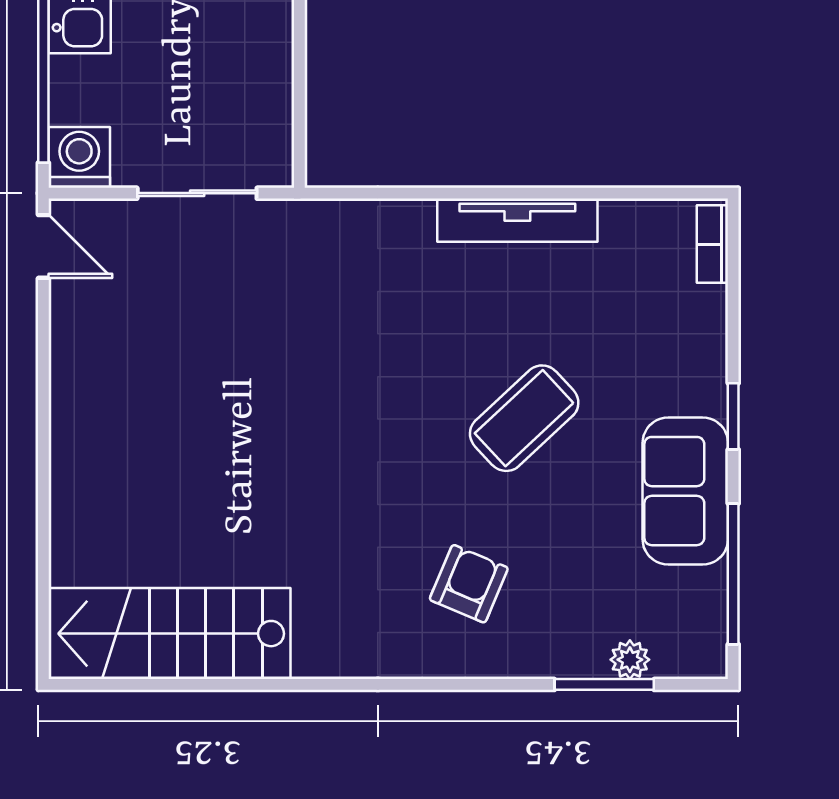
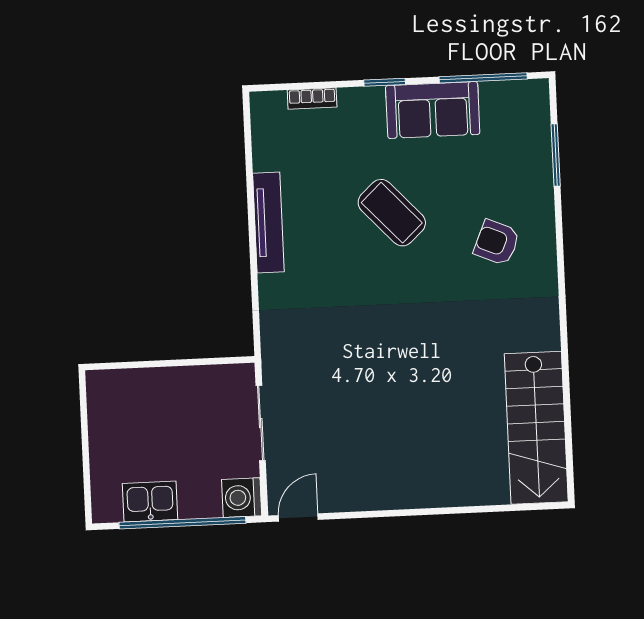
bookcase: (712, 244) -> (312, 99), moved
plant: (630, 660) -> (539, 140), removed

